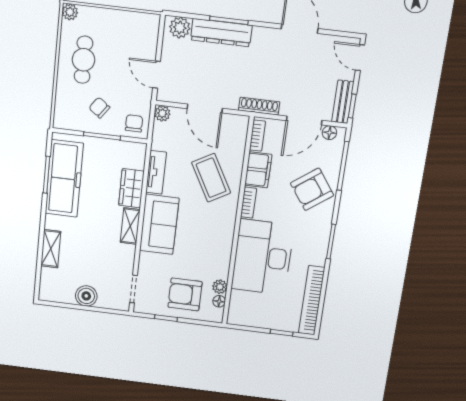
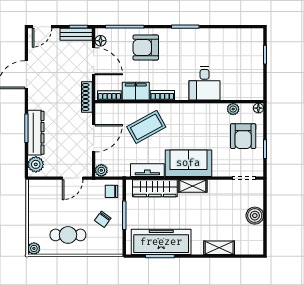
wardrobe: (131, 188) -> (155, 188), width x1.50
armchair: (312, 189) -> (146, 47), turned 126
desk: (263, 257) -> (205, 83), width x0.53, depth x0.77
bookcase: (312, 300) -> (235, 35), removed
floor lamp: (219, 301) -> (258, 108), moved

